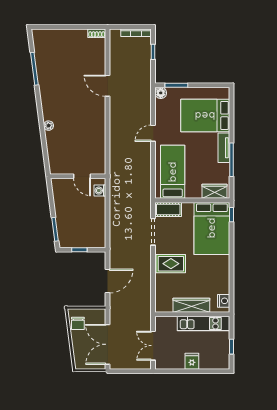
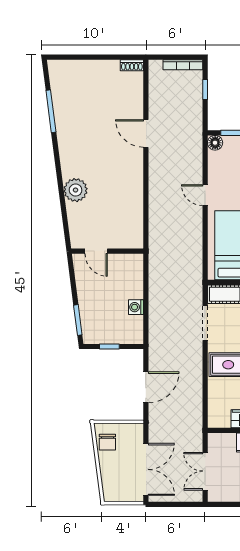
plant: (49, 126) -> (76, 190), width x1.88, depth x1.88
door: (153, 133) -> (205, 195), hinge flipped
door: (82, 176) -> (96, 251), moved
washing machine: (100, 191) -> (136, 307), moved
double door: (108, 344) -> (146, 469), swing flipped

